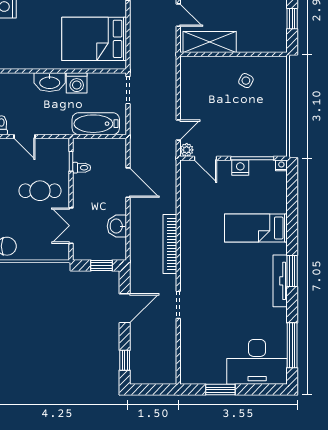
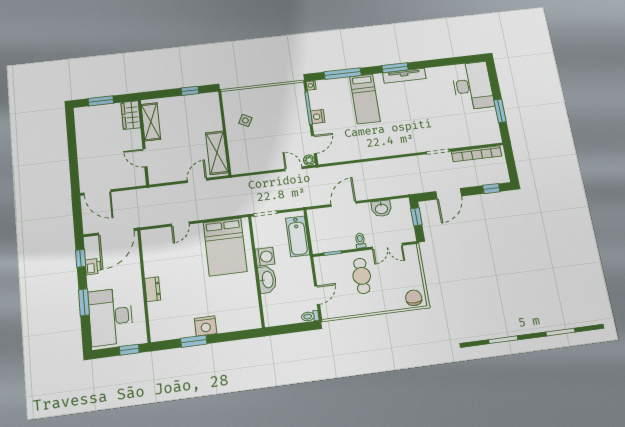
toilet: (82, 168) -> (360, 241), moved
bookcase: (170, 244) -> (477, 154), moved
door: (125, 308) -> (449, 194), swing flipped
window: (292, 345) -> (343, 74), moved

